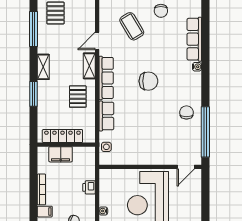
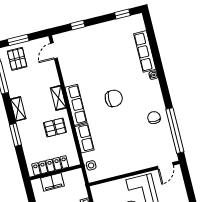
chair: (161, 11) -> (109, 34), removed
coffee table: (132, 26) -> (87, 54), removed
door: (97, 41) -> (54, 51), moved
pallet: (78, 97) -> (55, 127), turned 90

